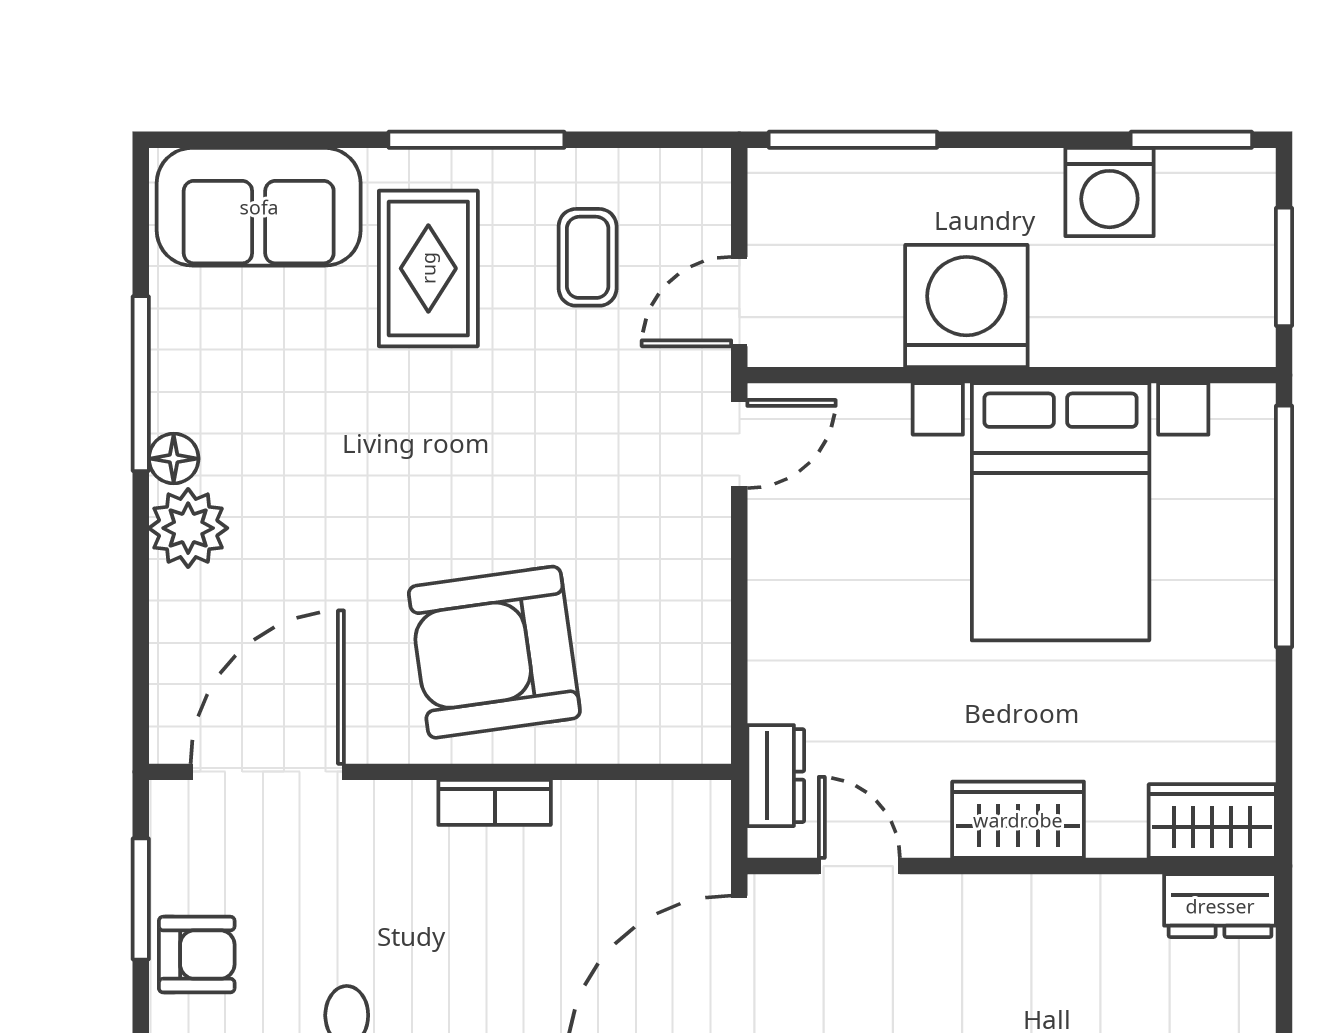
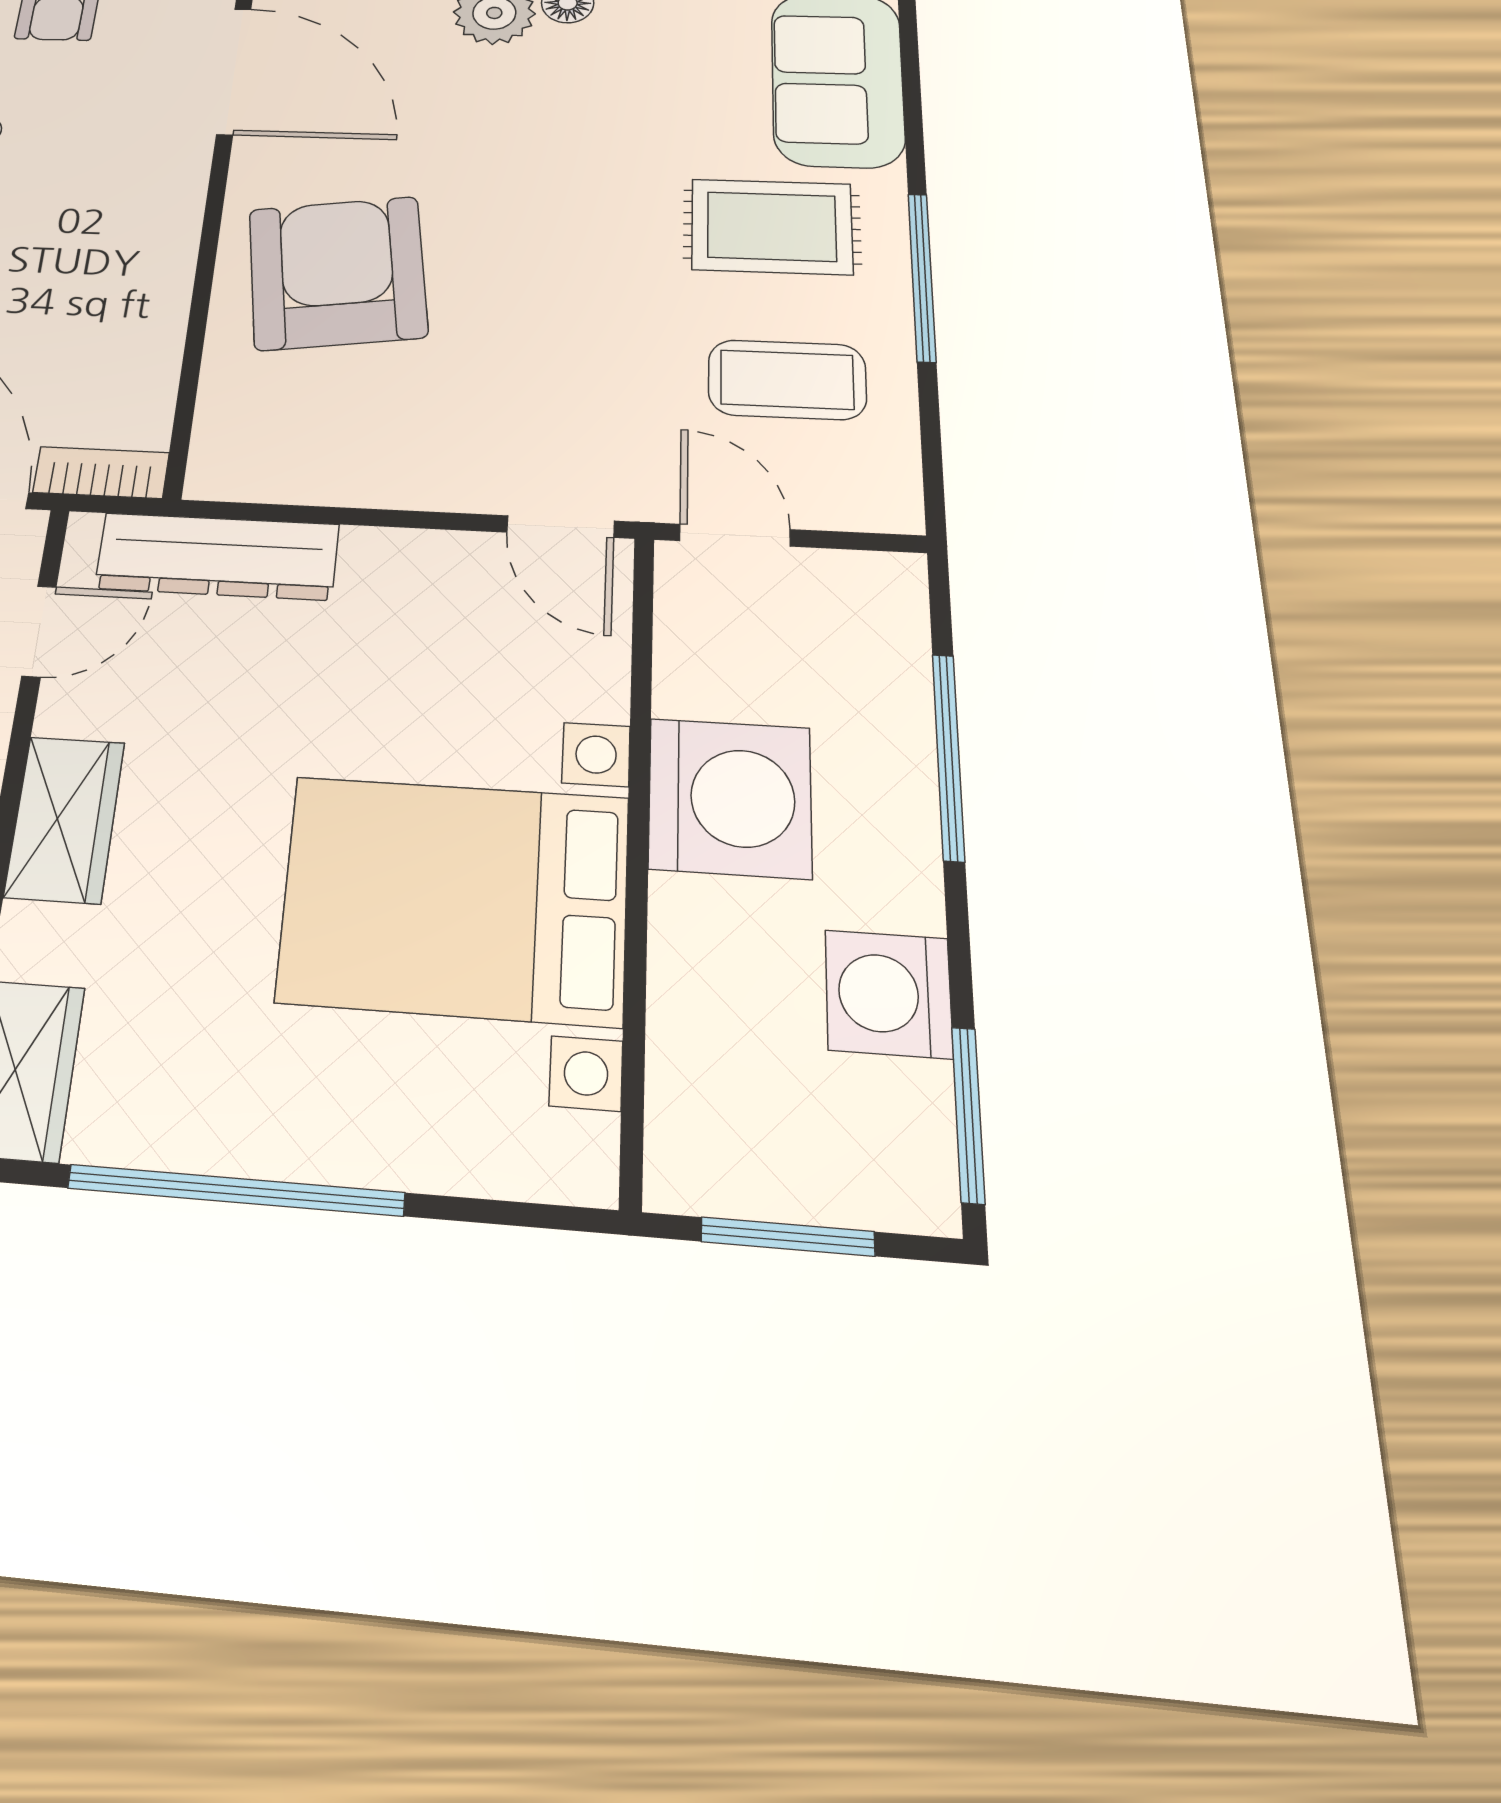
window: (853, 140) -> (948, 756), moved
coffee table: (588, 257) -> (787, 380), width x1.36, depth x1.30
window: (1284, 526) -> (235, 1190), moved
dresser: (776, 776) -> (217, 556), width x1.96, depth x1.24
bookcase: (495, 802) -> (101, 473), moved, turned 90

